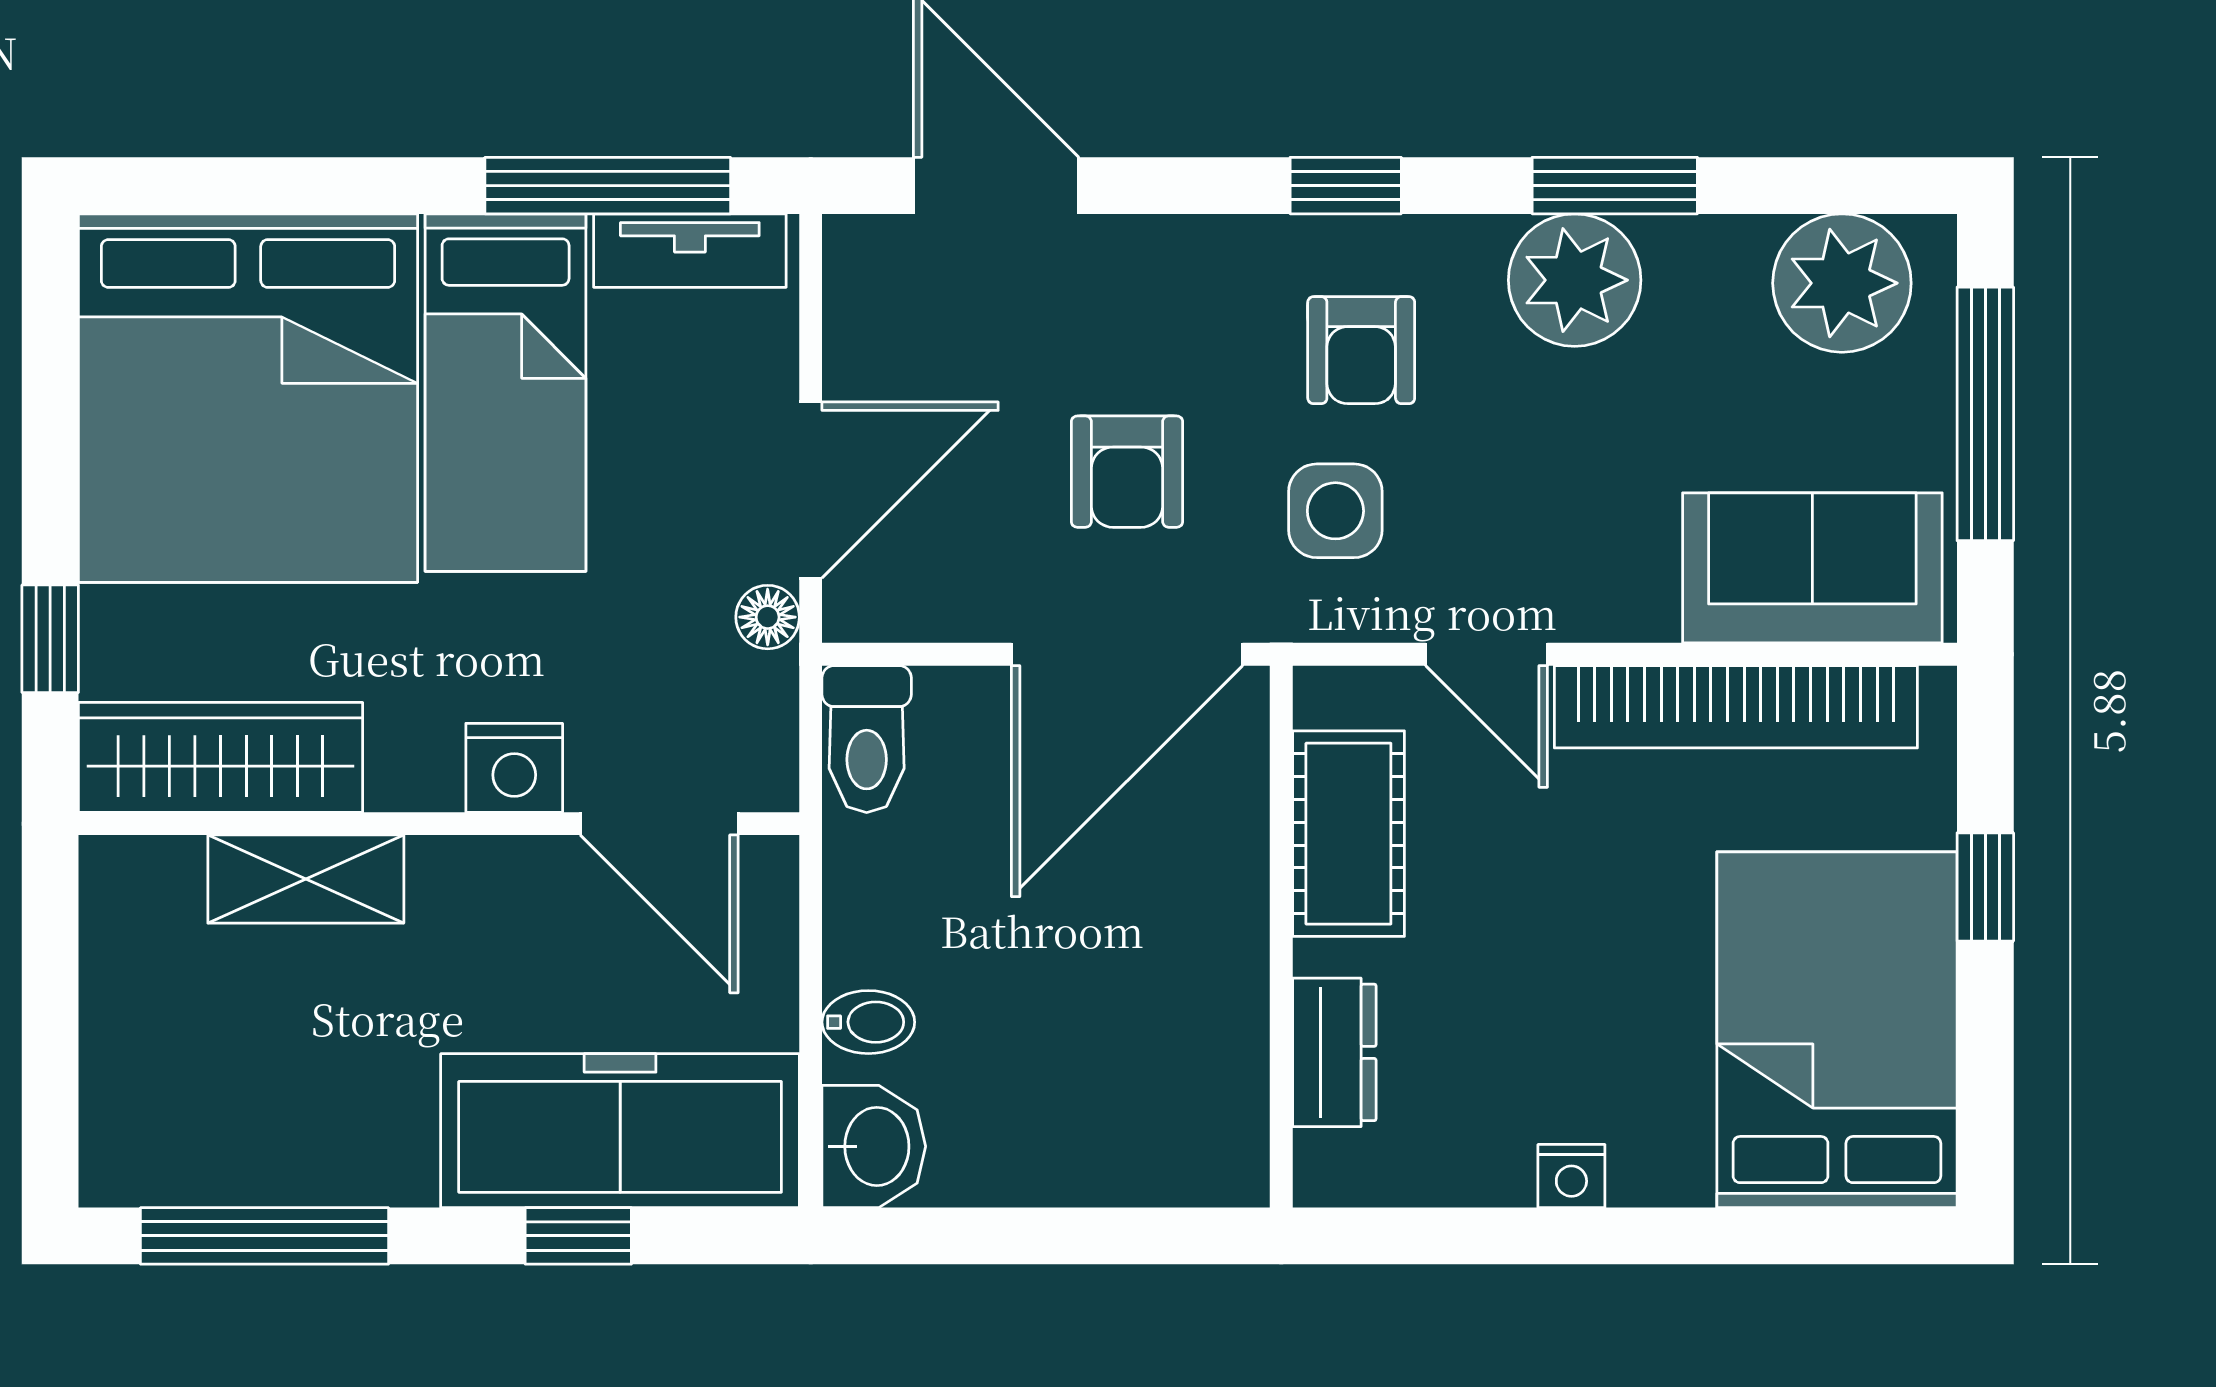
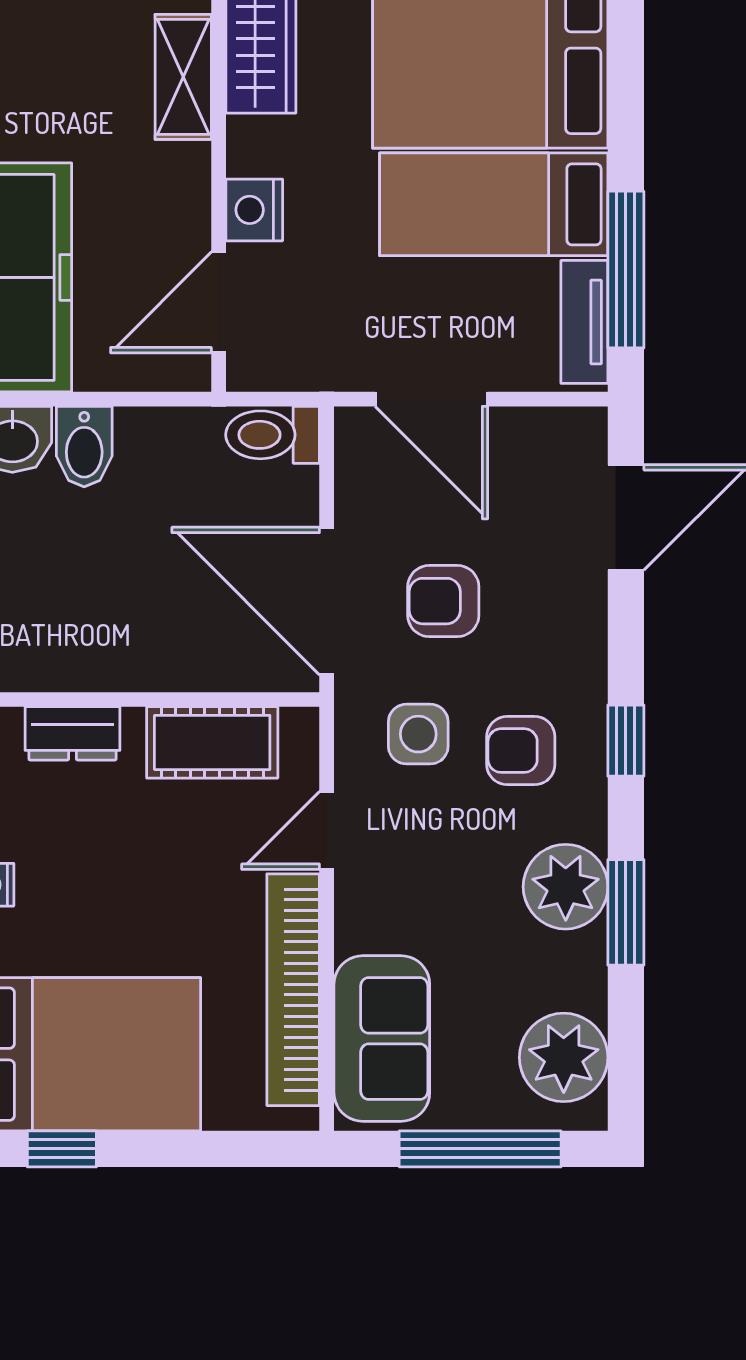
floor lamp: (768, 617) -> (350, 372), removed
window: (1985, 887) -> (62, 1149), moved
bidet: (868, 1022) -> (84, 447), width x1.38, depth x1.36

